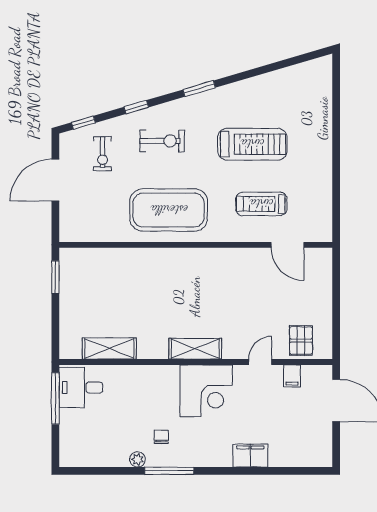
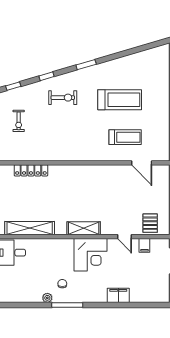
exercise bike: (103, 154) -> (19, 121), moved
treadmill: (261, 204) -> (125, 137), turned 180
exercise mat: (169, 210) -> (67, 141), removed
locker: (111, 257) -> (31, 170), added
shelving: (109, 348) -> (30, 228), width x1.47
door: (260, 362) -> (125, 237), swing flipped

